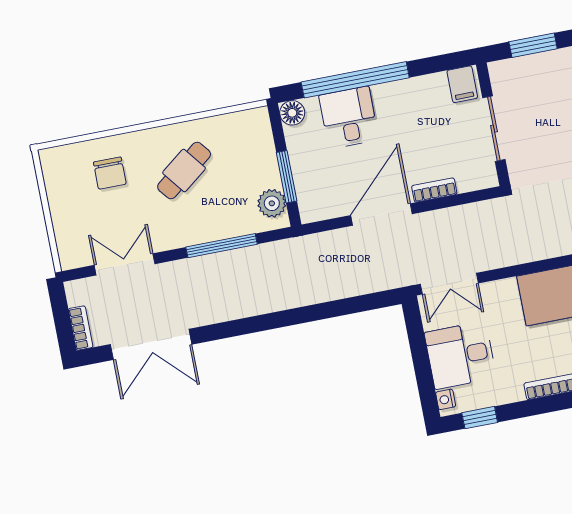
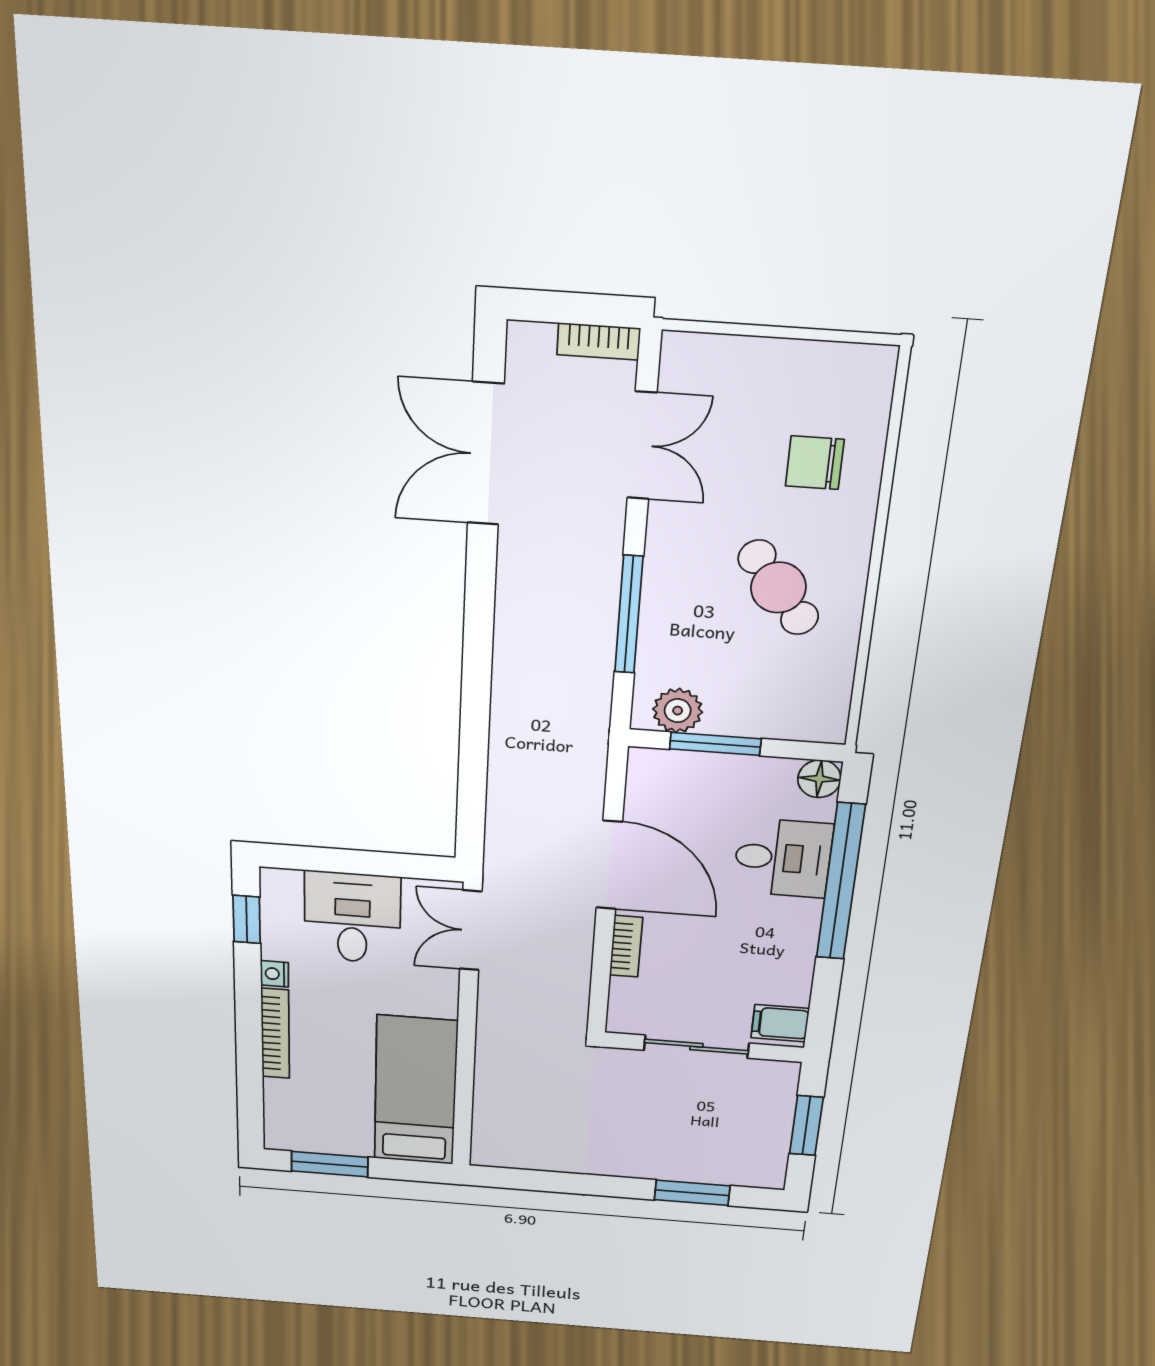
bookcase: (81, 328) -> (599, 341), moved
nightstand: (446, 399) -> (274, 974), moved, turned -90

